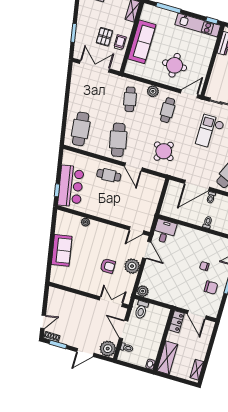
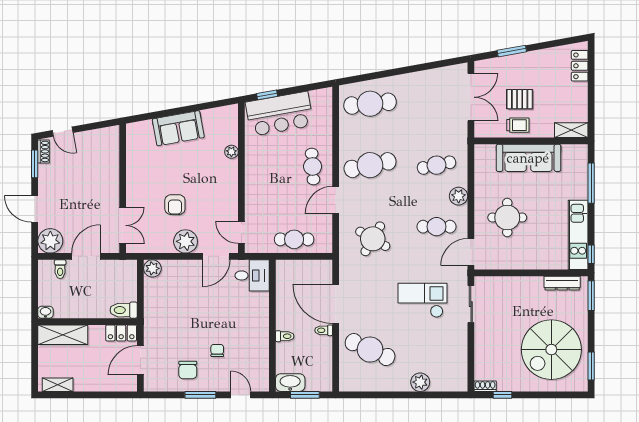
door: (189, 94) -> (471, 252), swing flipped
cafe table: (150, 199) -> (294, 239), added
toilet: (141, 310) -> (124, 310), moved

